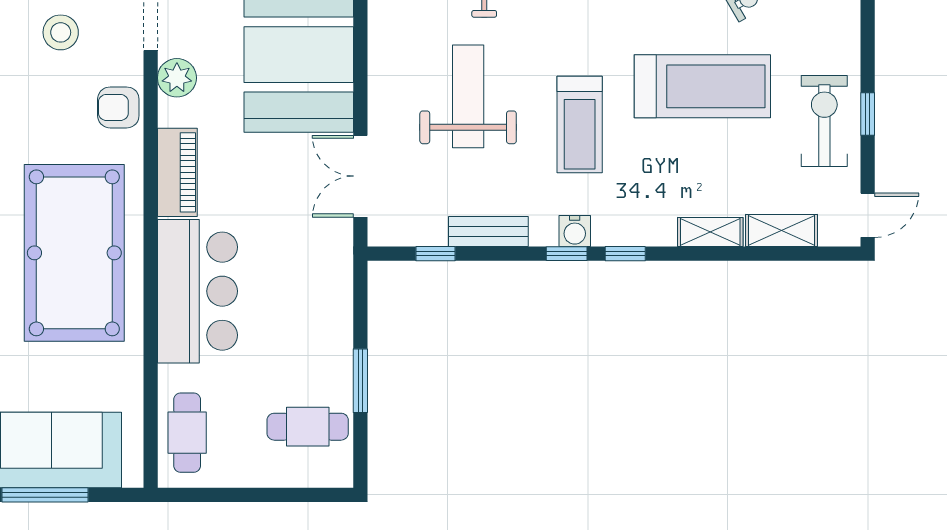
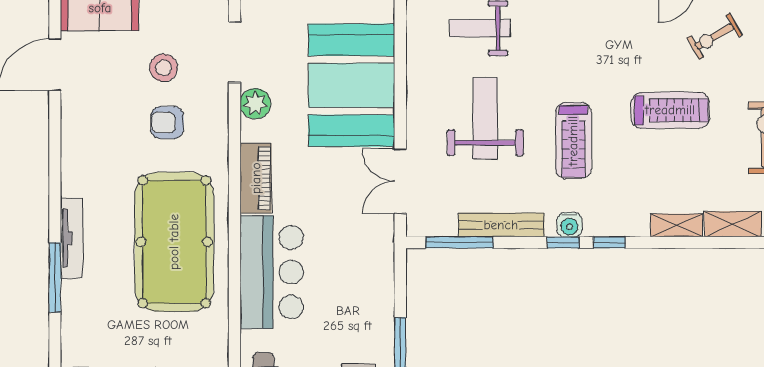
treadmill: (702, 86) -> (670, 110), width x0.73, depth x0.73
armchair: (118, 107) -> (167, 123), moved
bench: (488, 231) -> (501, 225), width x1.36
window: (435, 254) -> (460, 242), width x2.17

